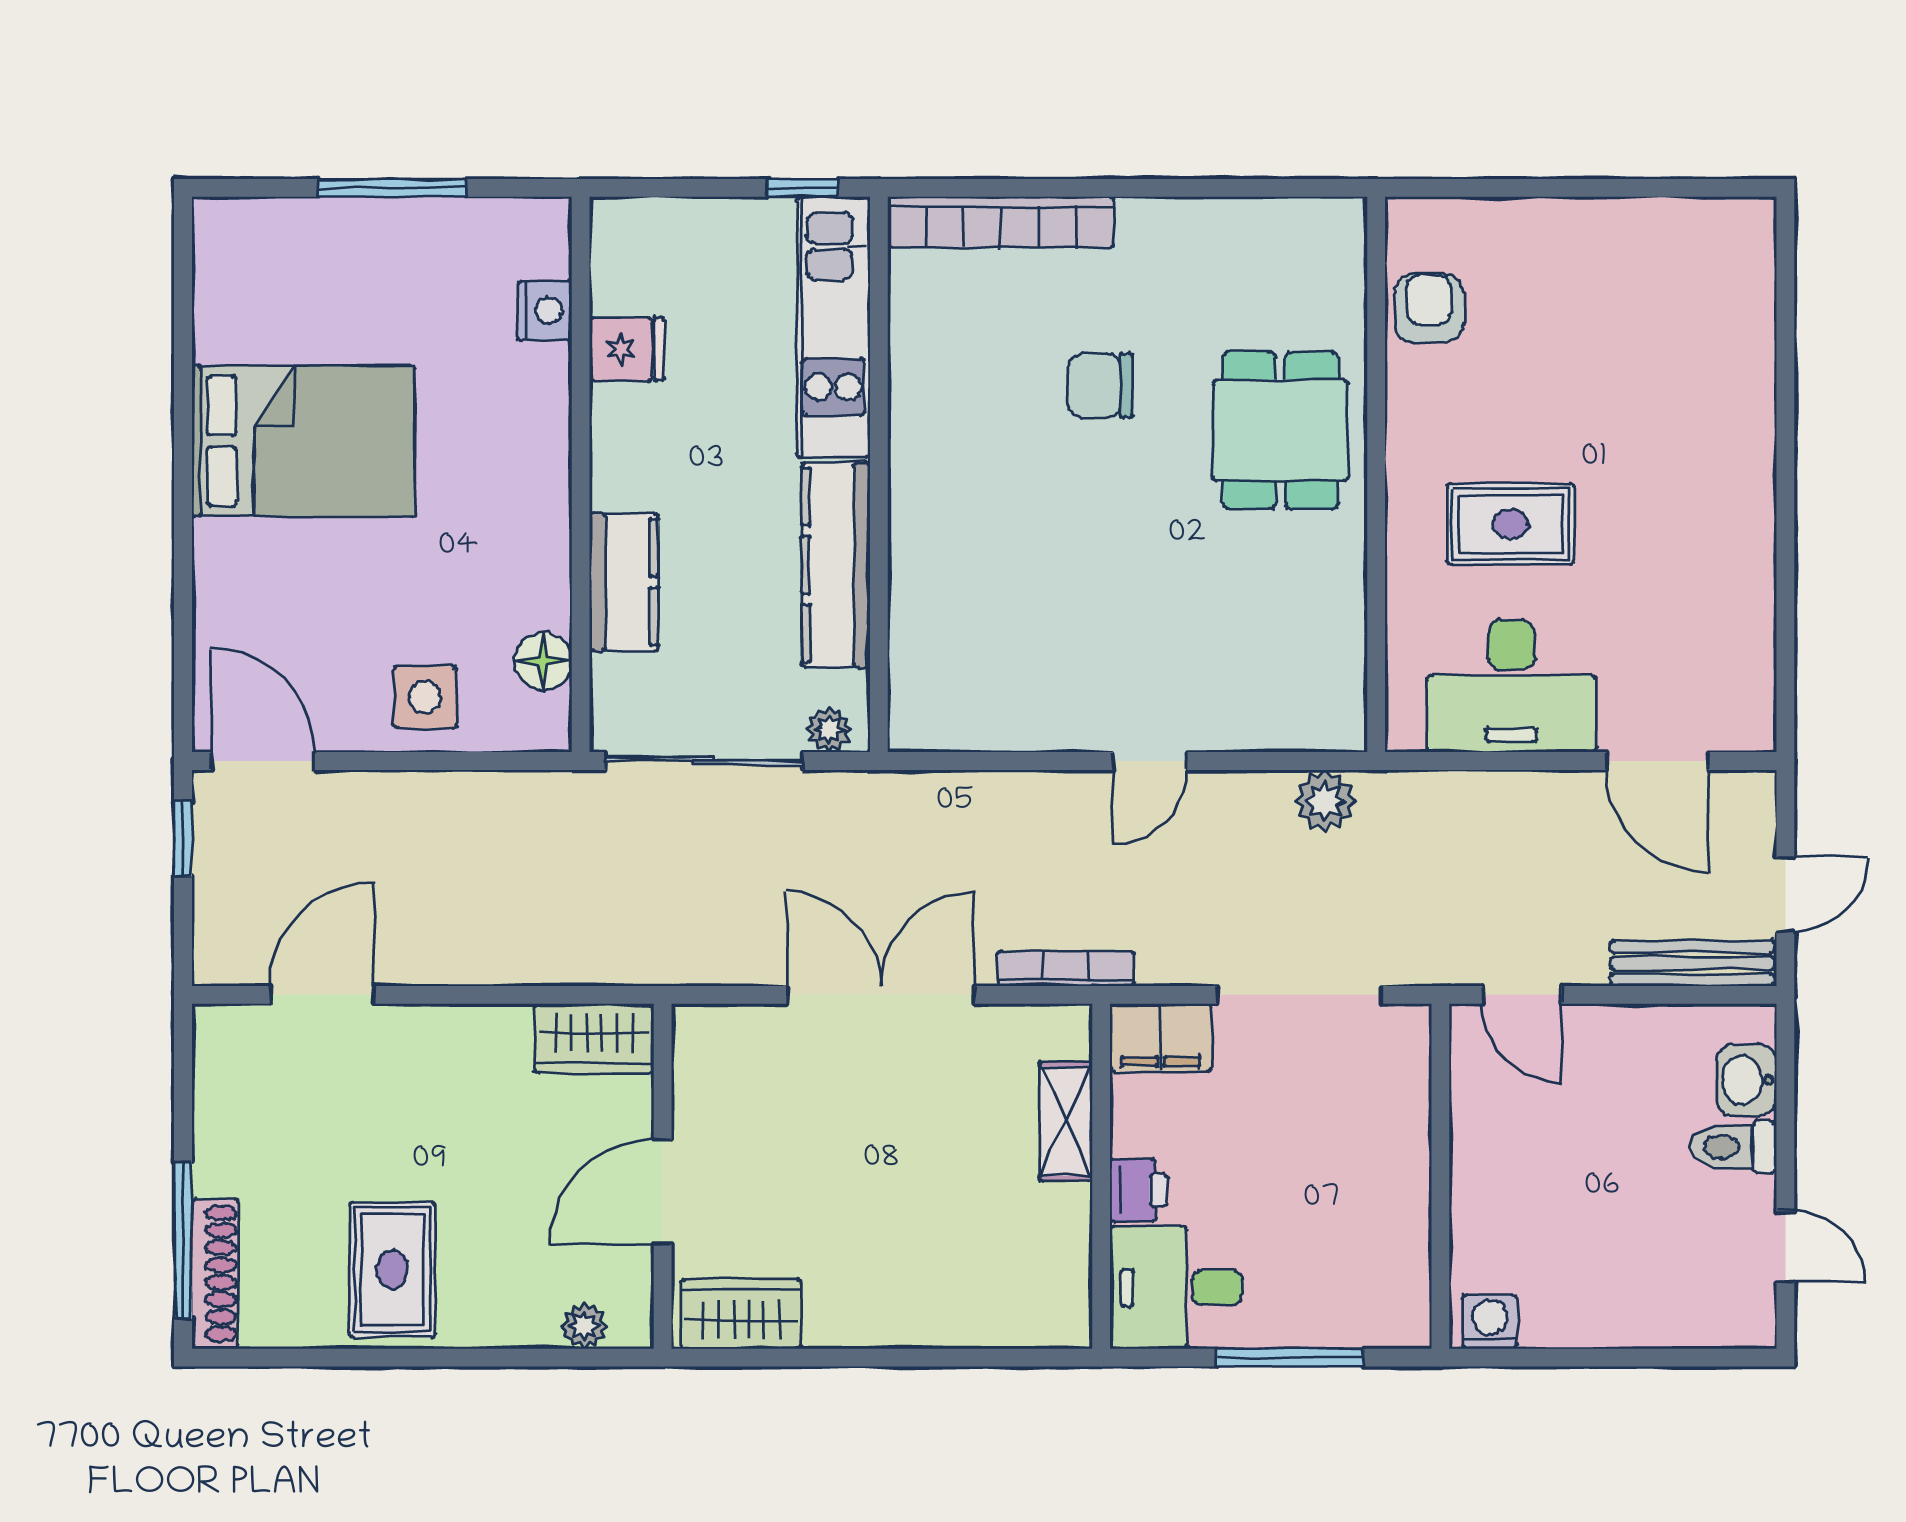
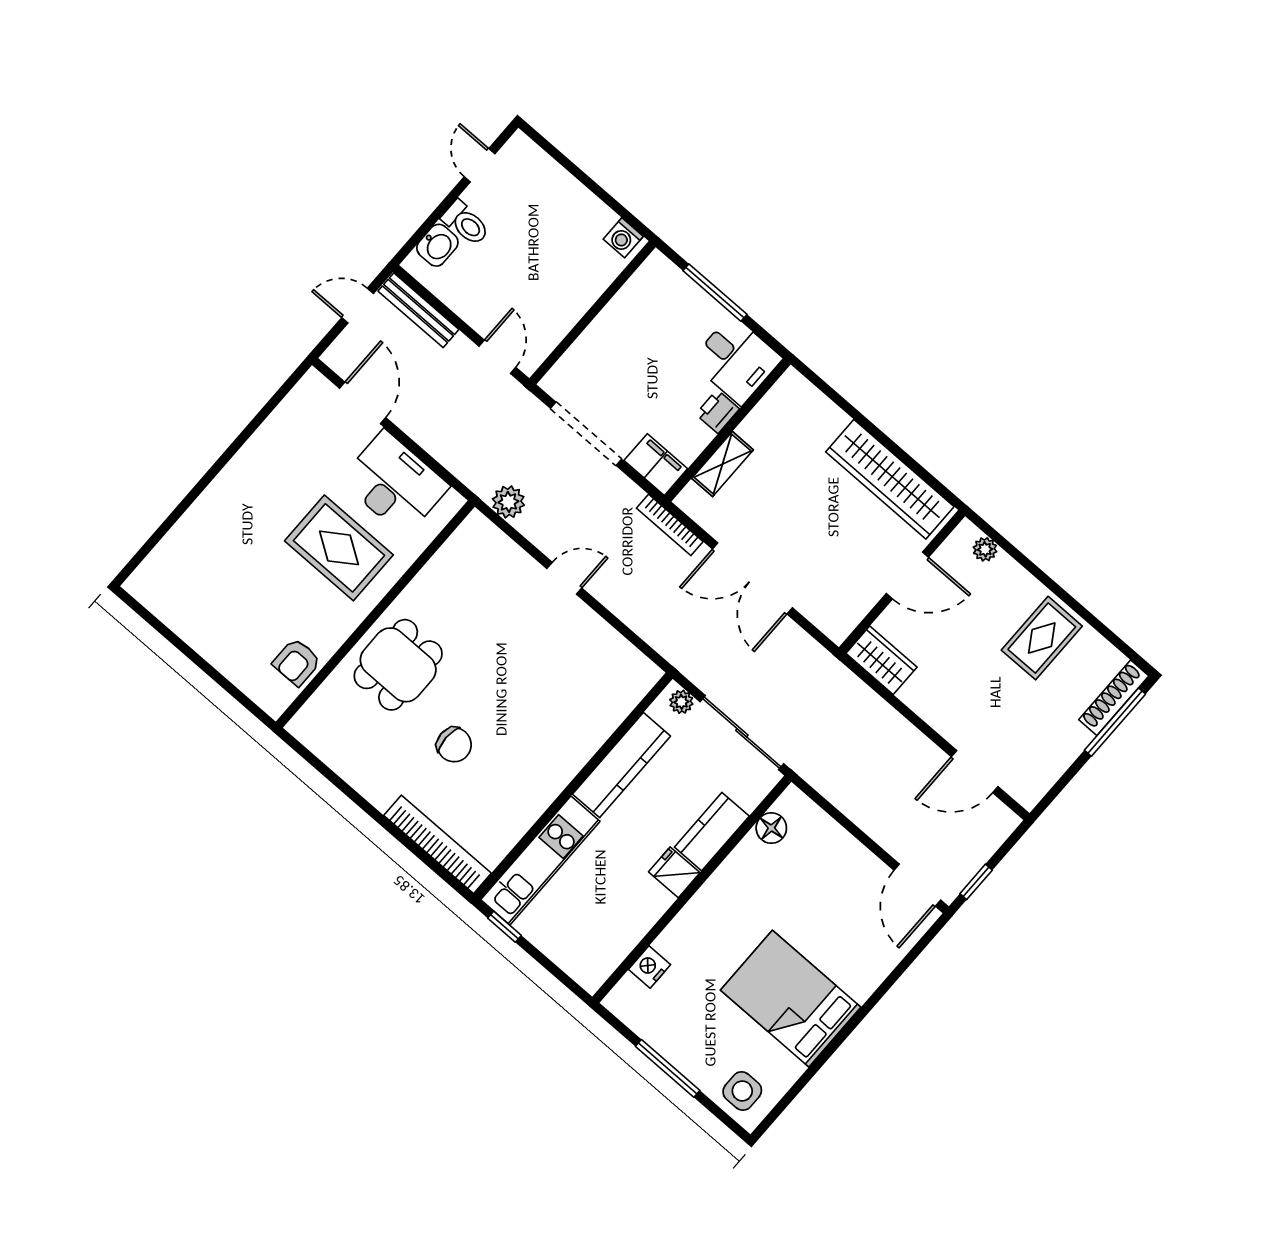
fridge: (627, 349) -> (674, 872), moved
rug: (1511, 524) -> (339, 548), width x1.36, depth x1.43
side table: (425, 697) -> (742, 1091), moved
wardrobe: (741, 1314) -> (890, 479), width x2.10, depth x1.17

